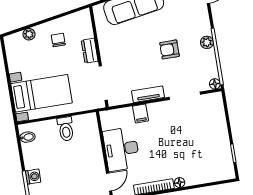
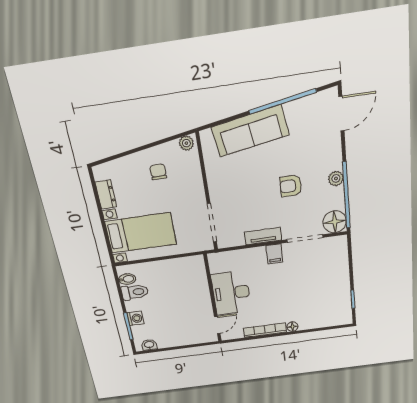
plant: (29, 34) -> (186, 143), moved
dresser: (90, 51) -> (106, 195), moved, turned 180
floor lamp: (215, 84) -> (335, 222), width x1.89, depth x1.89
filing cabinet: (141, 113) -> (274, 254), moved
toilet: (66, 129) -> (135, 292), moved, turned -90

